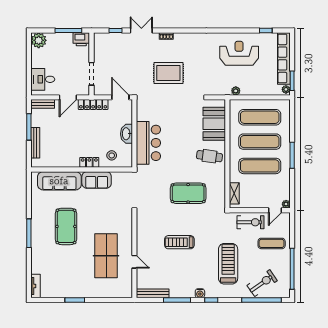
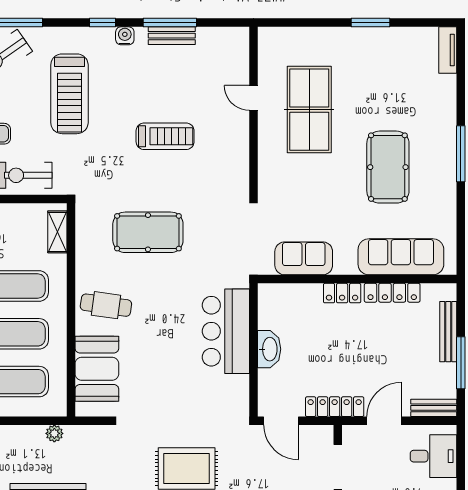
stool: (112, 155) -> (298, 307), removed
locker: (64, 162) -> (392, 293), added
sofa: (97, 180) -> (304, 258), moved
bench: (153, 293) -> (172, 36), moved, width x0.73

